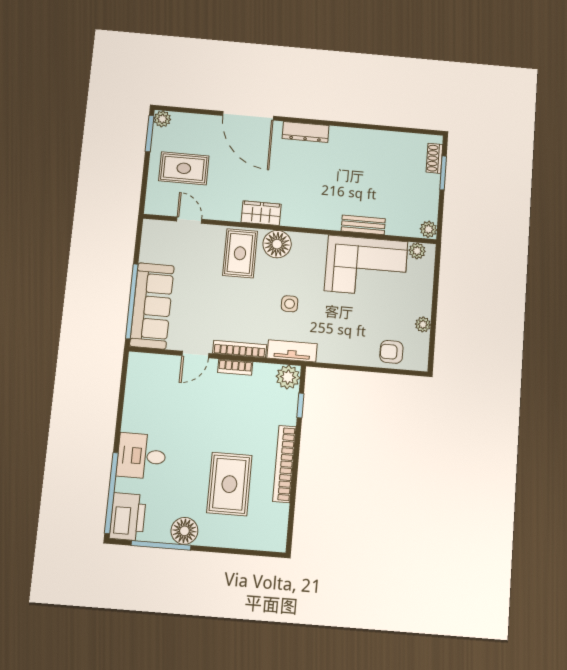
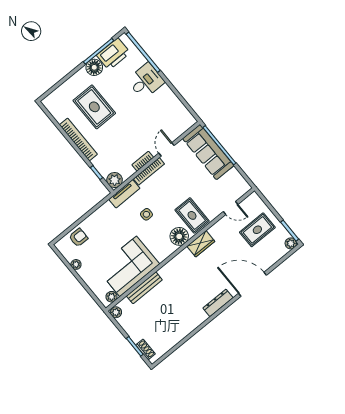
bench: (363, 225) -> (144, 288), width x1.36
printer: (128, 517) -> (113, 54), moved, turned -90

